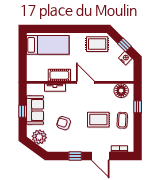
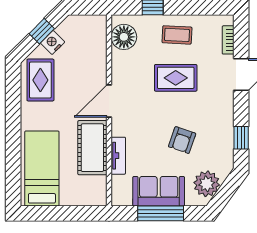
nightstand: (125, 58) -> (53, 42), moved
cot: (59, 75) -> (92, 148), width x1.37, depth x1.34
window: (23, 111) -> (161, 213), width x2.17
rug: (98, 120) -> (176, 78), turned 90
window: (75, 156) -> (241, 138), moved

